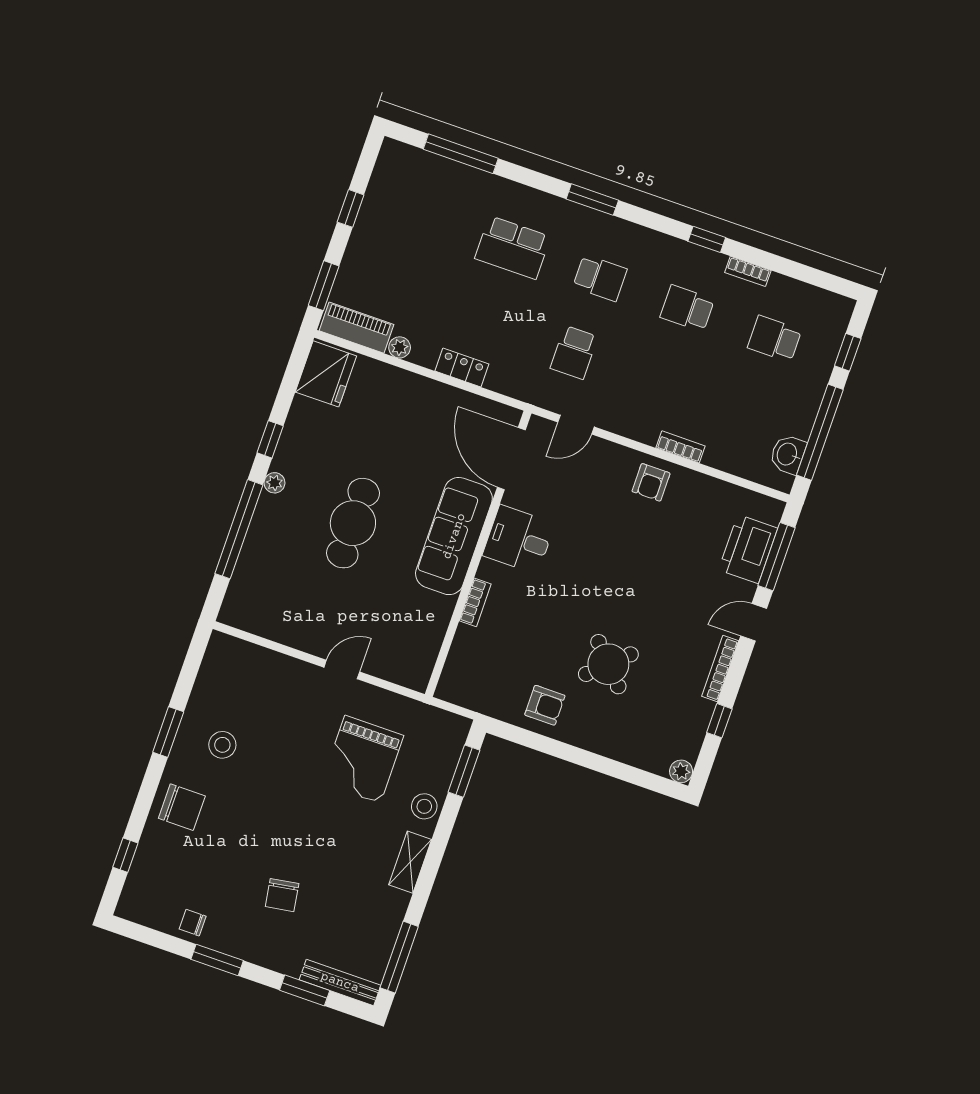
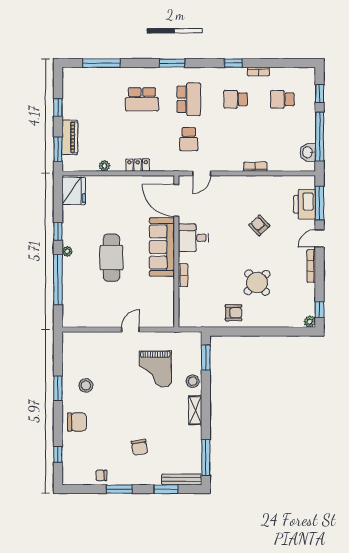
school desk: (600, 278) -> (189, 99), width x1.85
piano: (357, 328) -> (70, 137), moved, turned 90
armchair: (651, 482) -> (259, 225), moved, turned 137
window: (719, 721) -> (320, 310), moved

